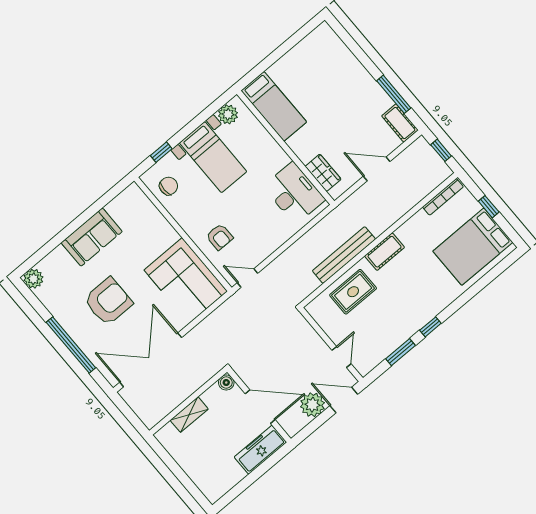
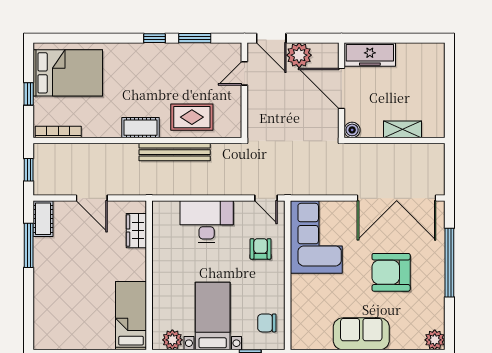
desk: (294, 193) -> (207, 222), moved, turned 90

